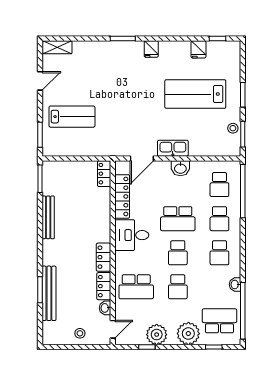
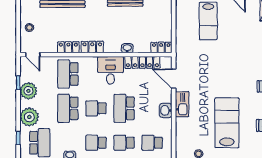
school desk: (178, 287) -> (68, 108), width x1.85
washbasin: (105, 308) -> (127, 48), moved

